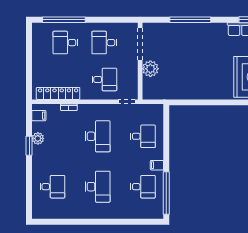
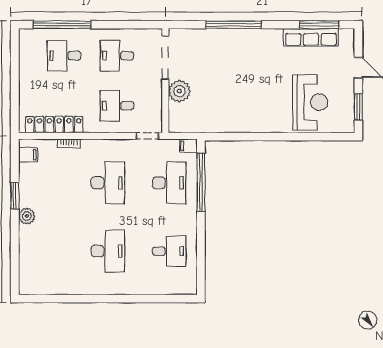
desk: (104, 79) -> (117, 106), turned 180
desk: (143, 136) -> (169, 183), width x1.37
plant: (38, 138) -> (27, 216), moved
filing cabinet: (157, 165) -> (188, 146), moved
desk: (52, 187) -> (46, 251), removed
window: (166, 193) -> (201, 182), moved

